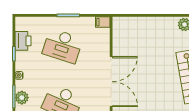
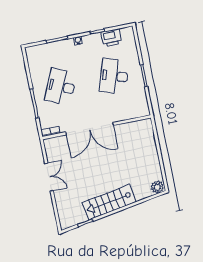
filing cabinet: (103, 22) -> (144, 110), removed
plant: (22, 98) -> (58, 47), removed

